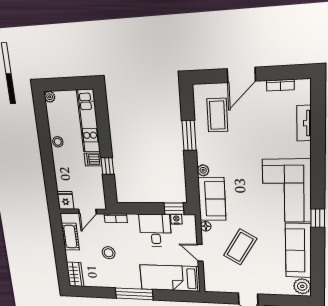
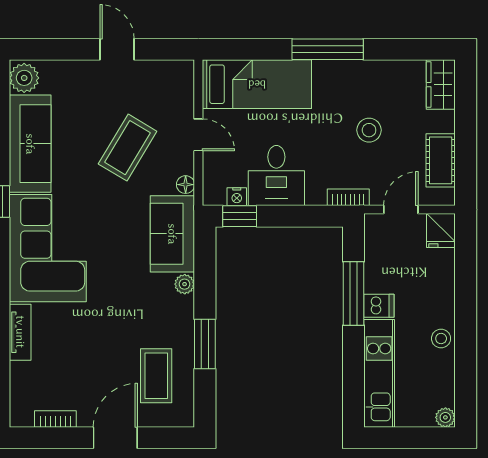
tv unit: (304, 123) -> (20, 332), moved
window: (107, 166) -> (354, 293), width x2.17

